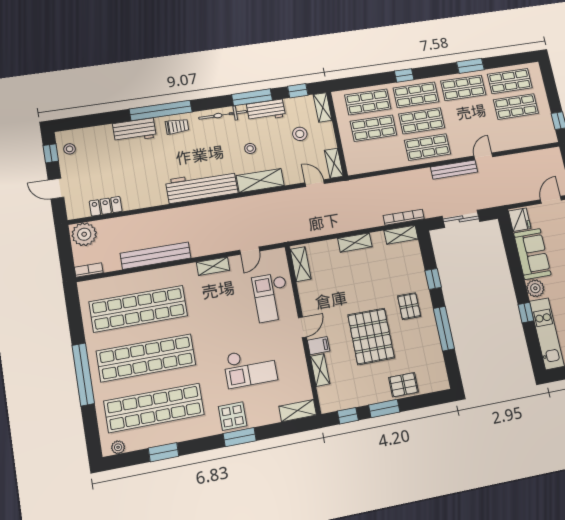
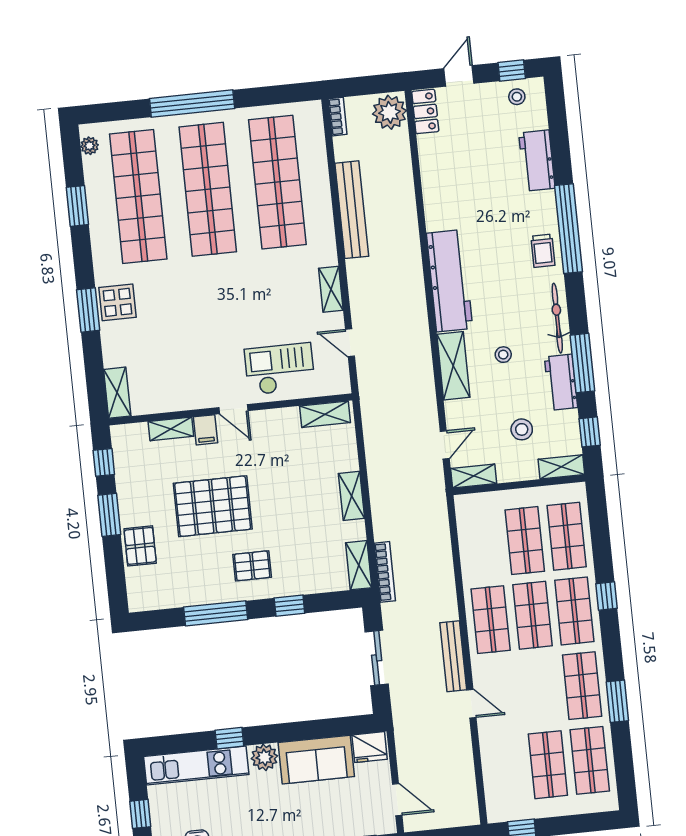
workbench: (135, 130) -> (537, 161), moved
locker: (106, 206) -> (425, 111), moved
checkout: (250, 367) -> (183, 331), removed

